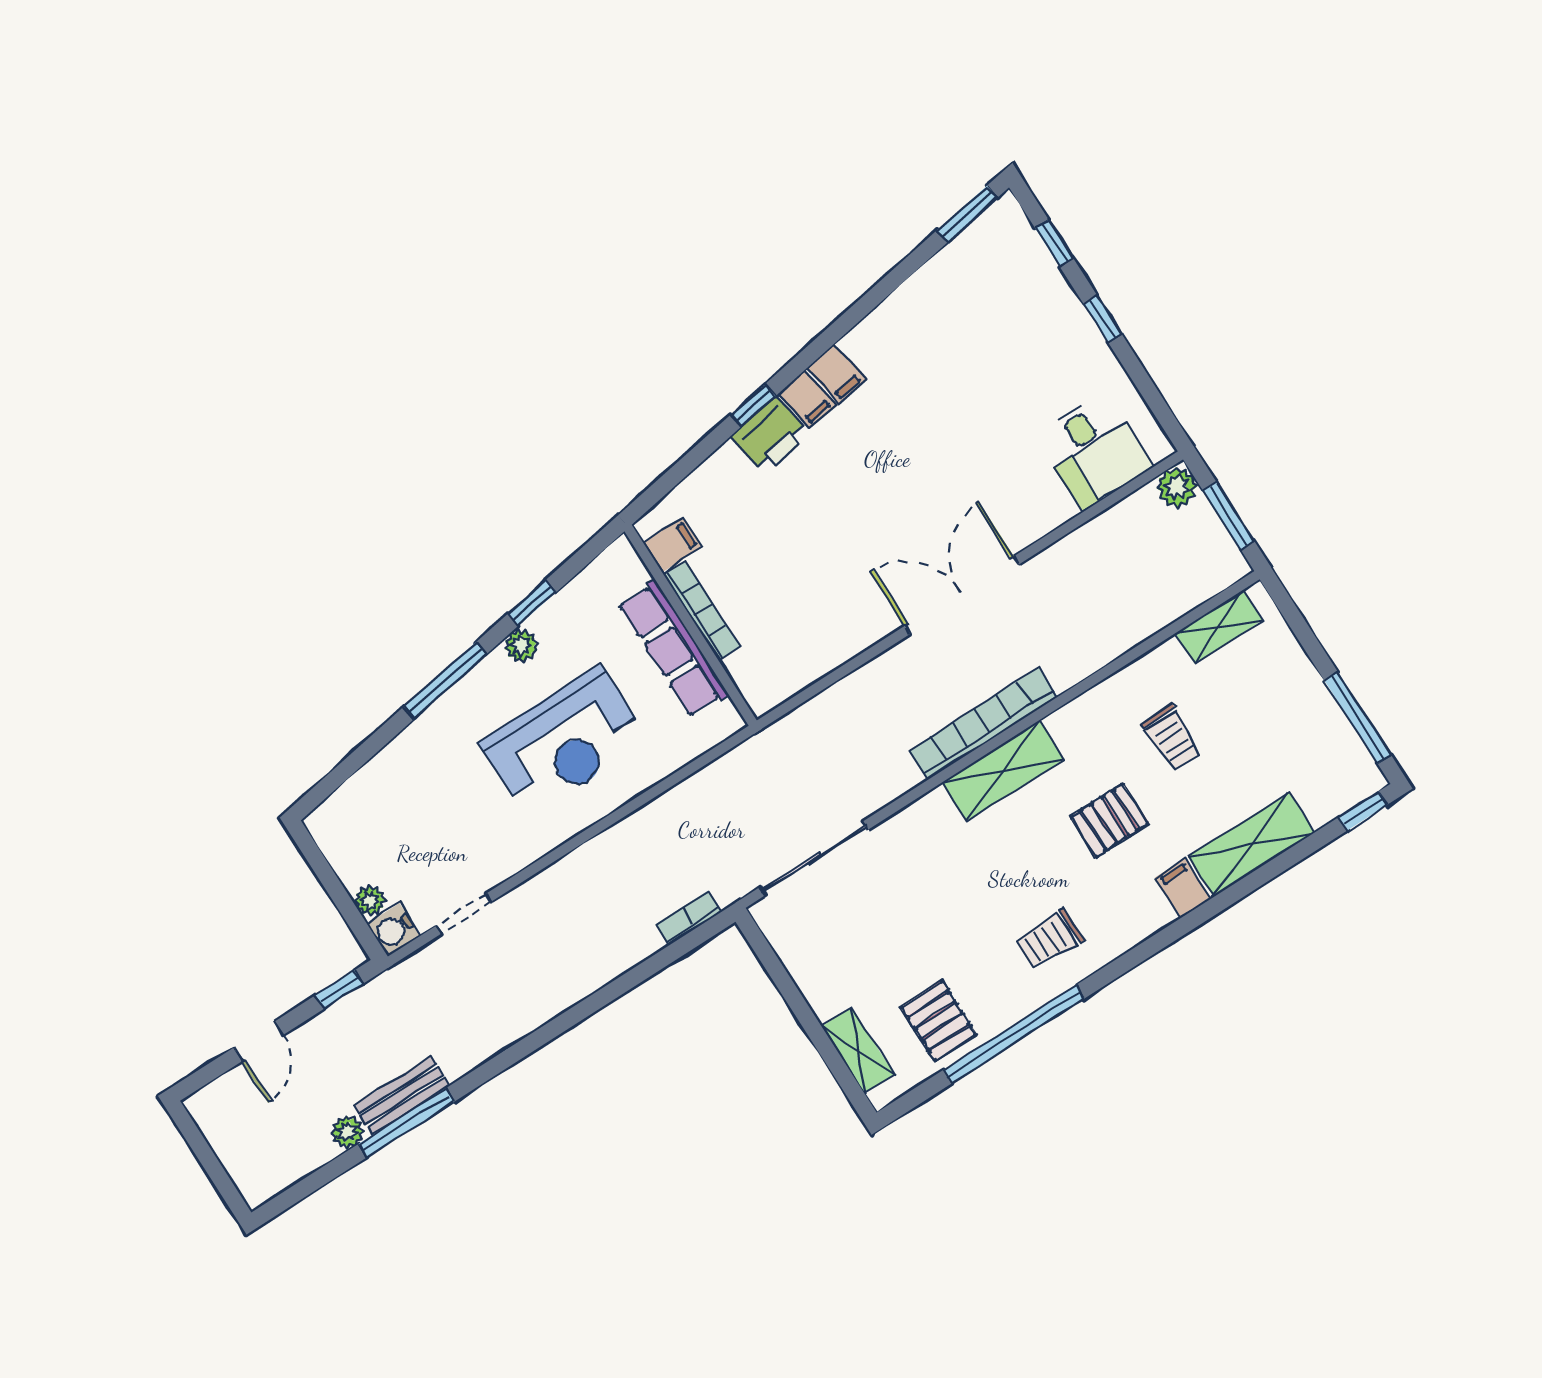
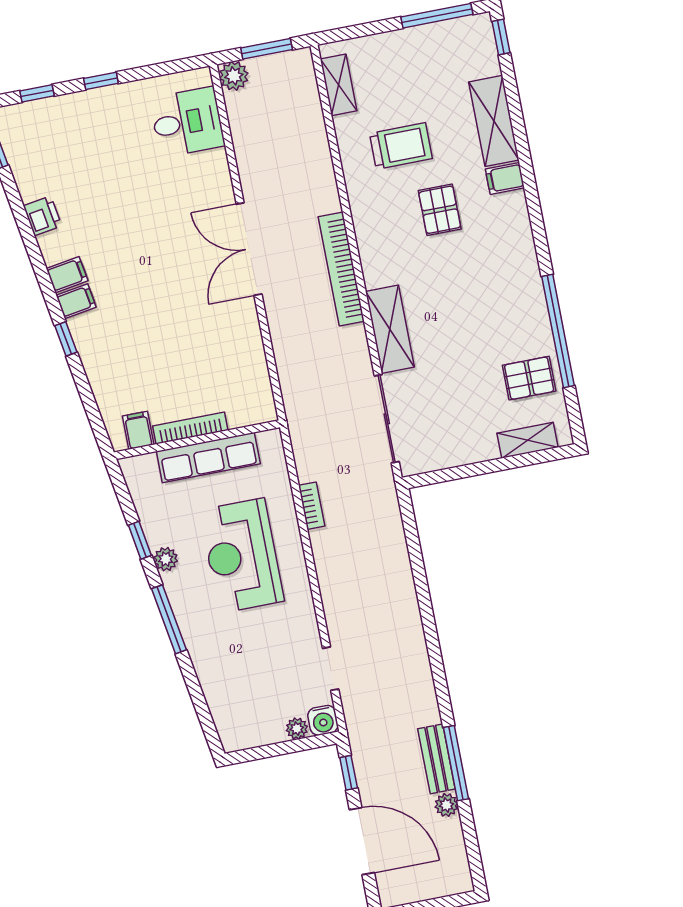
printer: (770, 435) -> (42, 216), moved, width x0.73, depth x0.81
trolley: (1172, 738) -> (401, 146), width x1.36, depth x1.39
reception desk: (564, 742) -> (242, 556), turned 180
shelving: (1003, 771) -> (390, 329), moved
bookcase: (689, 918) -> (312, 506), moved, turned 180
trolley: (1049, 940) -> (504, 282), removed
door: (258, 1041) -> (362, 841), width x1.87

